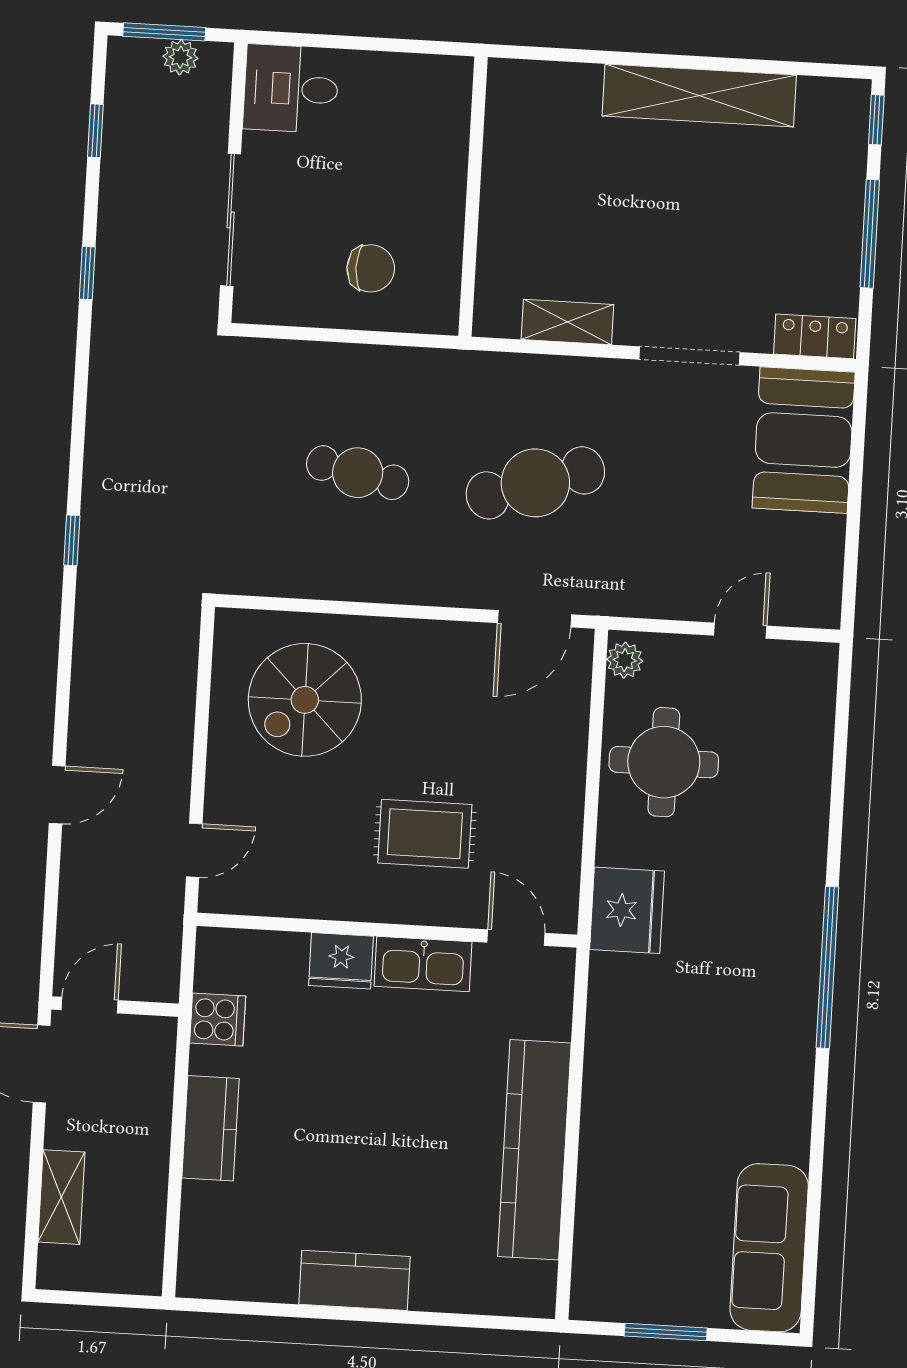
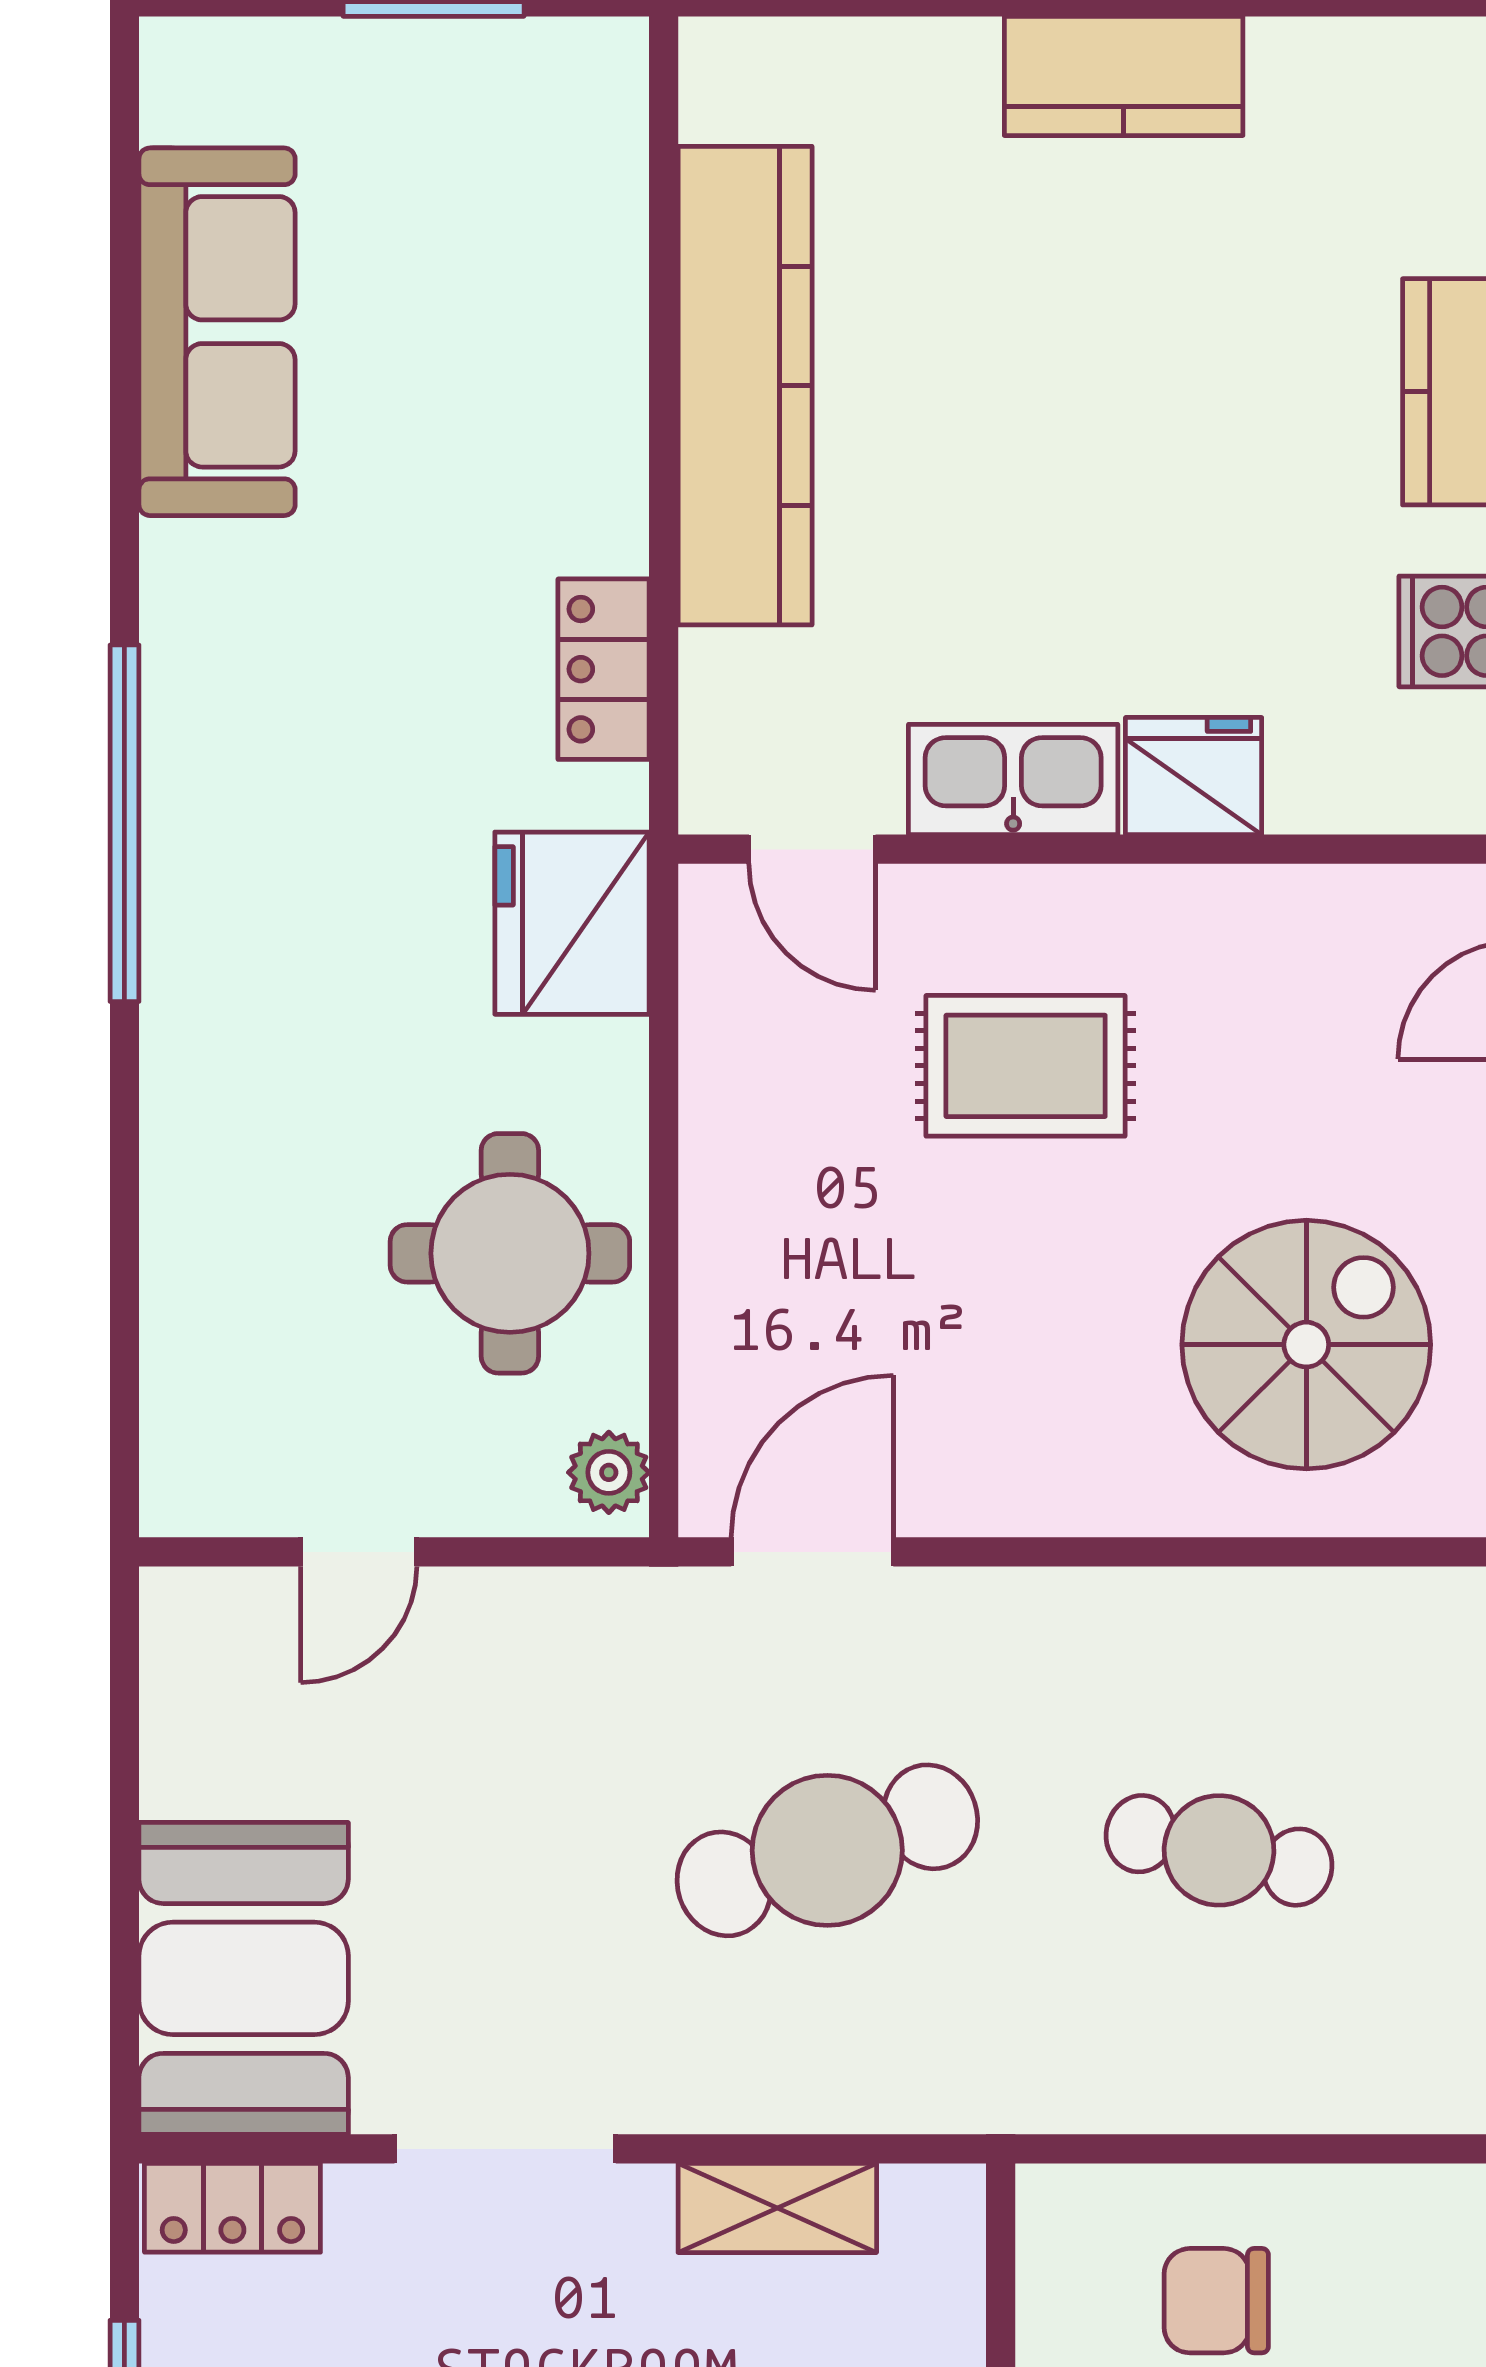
locker: (606, 1025) -> (604, 669), added
sofa: (769, 1248) -> (217, 332), moved

